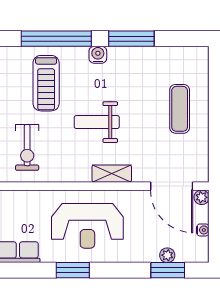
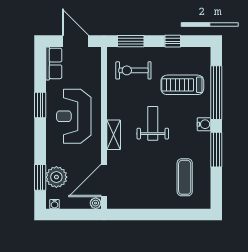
exercise mat: (180, 109) -> (185, 177), moved, turned 90
water cooler: (203, 230) -> (55, 204), moved
plant: (167, 255) -> (56, 177), width x1.87, depth x1.87

